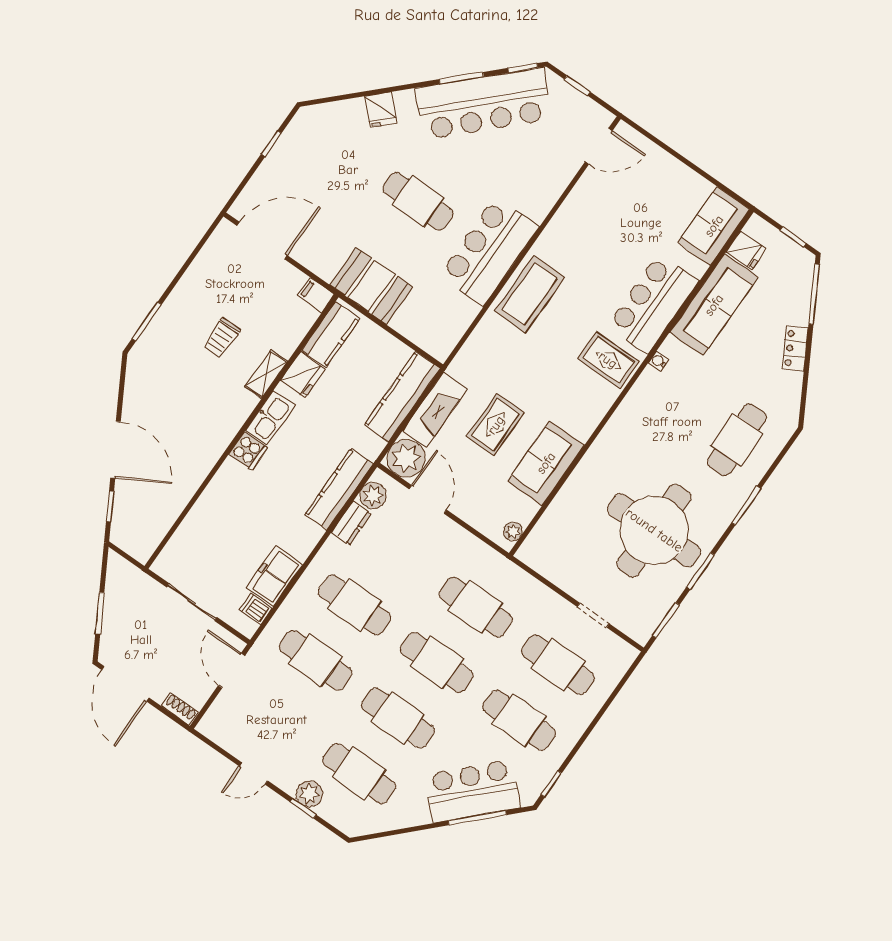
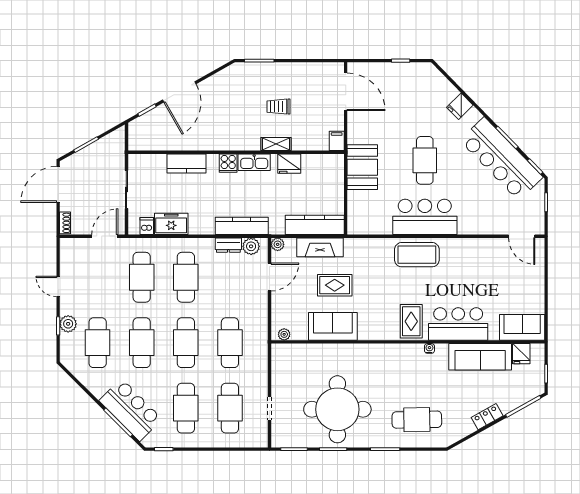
kitchen counter: (331, 334) -> (186, 164), moved
plant: (406, 458) -> (278, 244), width x0.53, depth x0.53

